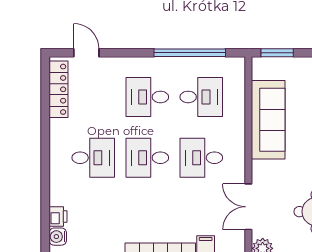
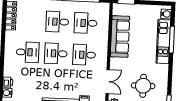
desk: (201, 97) -> (86, 23), turned 180
double door: (248, 207) -> (108, 82), swing flipped

